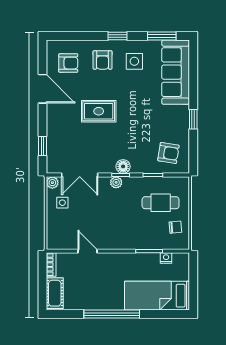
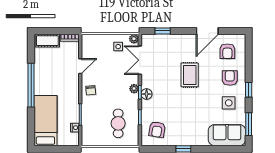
armchair: (103, 60) -> (230, 78), turned 90
sofa: (176, 72) -> (227, 135), width x0.73
chair: (175, 227) -> (91, 90), moved

